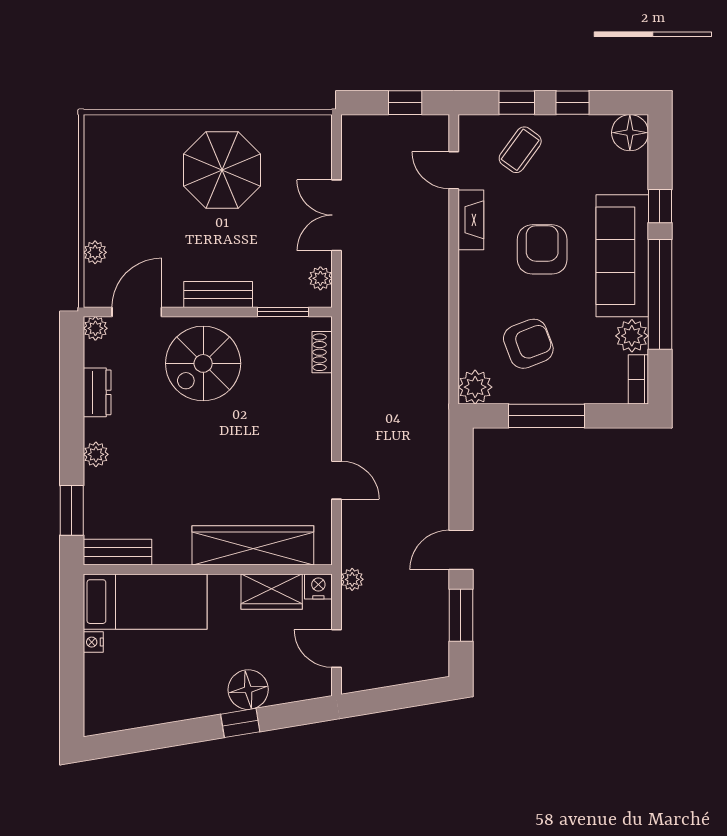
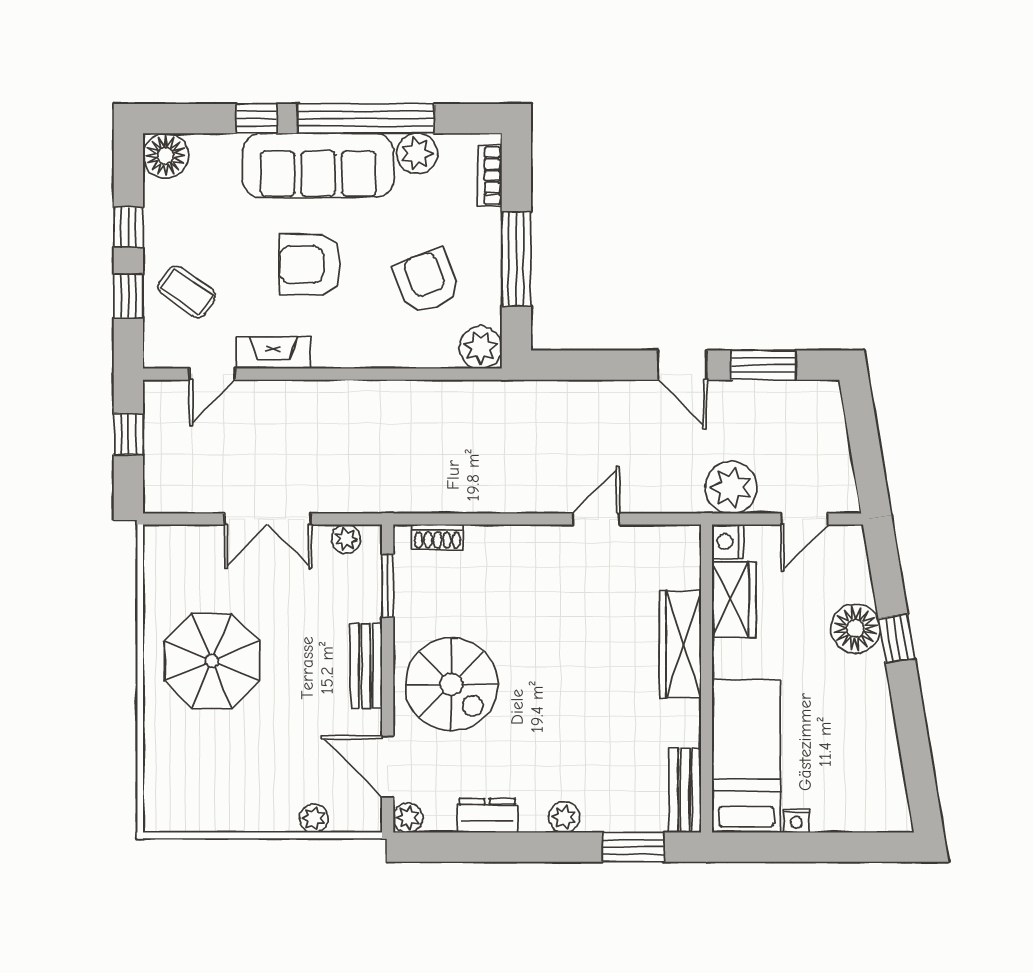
bookcase: (638, 379) -> (490, 176), moved, turned 90
wardrobe: (253, 545) -> (680, 644), width x0.71, depth x0.85
plant: (352, 579) -> (731, 487), width x1.88, depth x1.88

